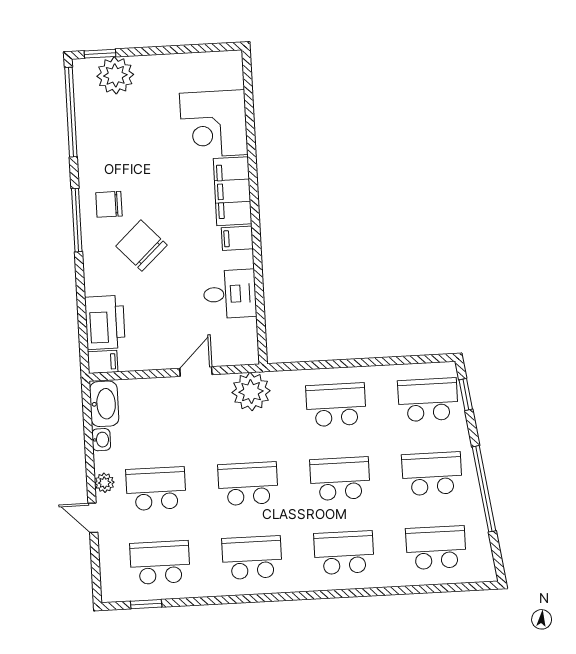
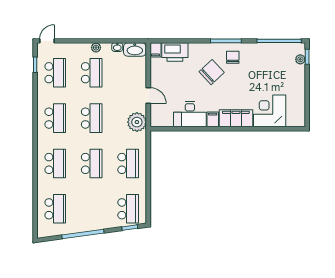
plant: (115, 75) -> (300, 59), width x0.53, depth x0.53
desk: (230, 294) -> (190, 114), width x1.37
school desk: (432, 474) -> (92, 209), removed
door: (93, 518) -> (47, 41), moved

